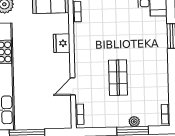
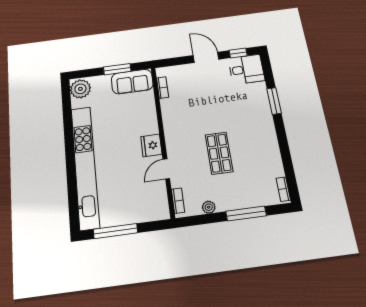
fridge: (62, 43) -> (151, 145), moved
plant: (134, 122) -> (209, 207), moved

